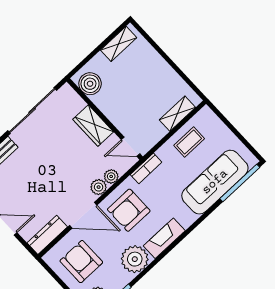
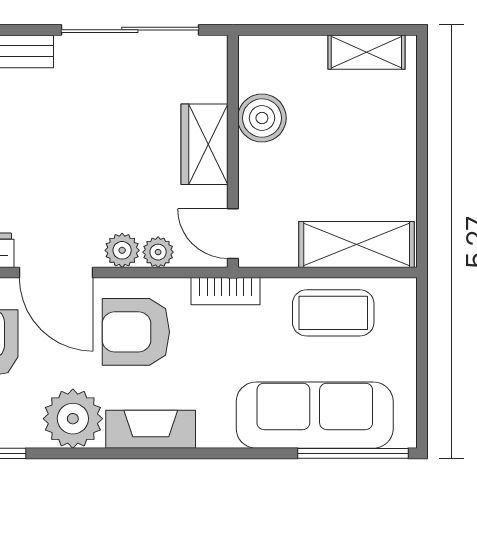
boiler: (90, 84) -> (262, 118), moved
shelving: (177, 114) -> (357, 244), width x1.50, depth x1.33
coffee table: (189, 142) -> (333, 313), width x1.36, depth x1.30

